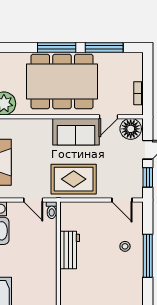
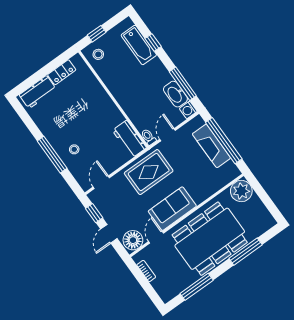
window: (57, 47) -> (246, 252), moved
door: (33, 200) -> (168, 135), hinge flipped
door: (122, 200) -> (101, 182), hinge flipped
workbench: (70, 250) -> (129, 139), moved

